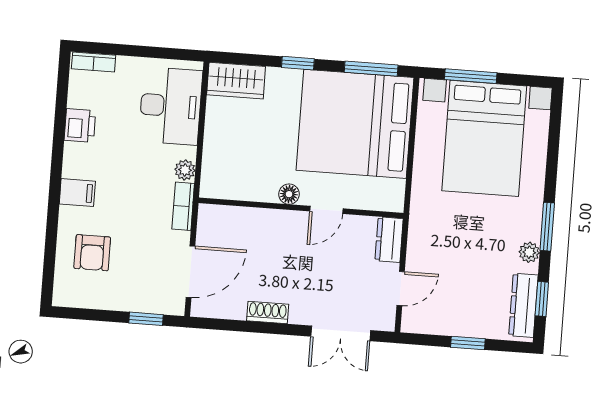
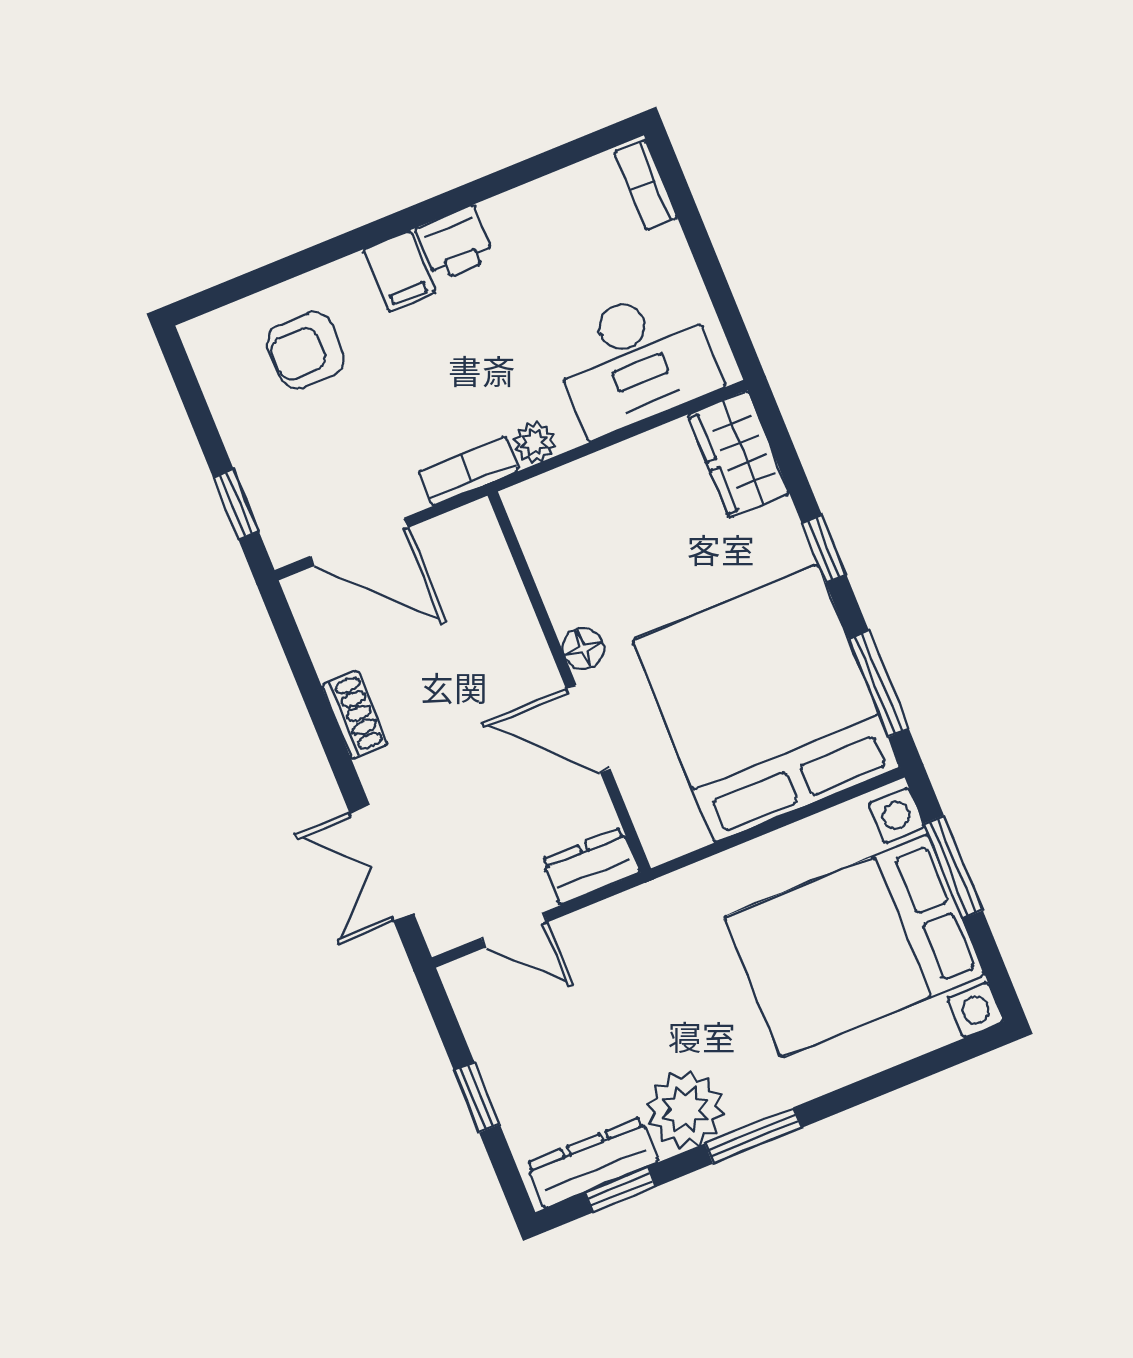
printer: (80, 125) -> (455, 243), moved
door: (326, 210) -> (588, 729), width x1.38
plant: (529, 252) -> (685, 1109), width x1.87, depth x1.87

